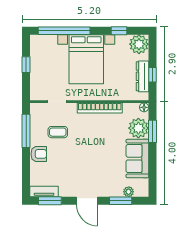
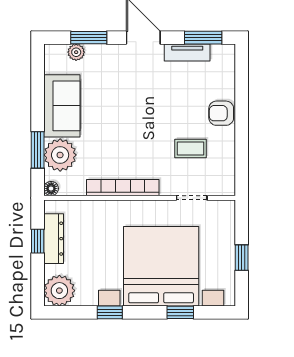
window: (64, 31) -> (180, 312), width x0.32
window: (119, 31) -> (110, 312), moved
bed with nightstands: (86, 59) -> (161, 266), width x1.36
window: (26, 131) -> (242, 151), removed
tv unit: (44, 192) -> (187, 52), moved

